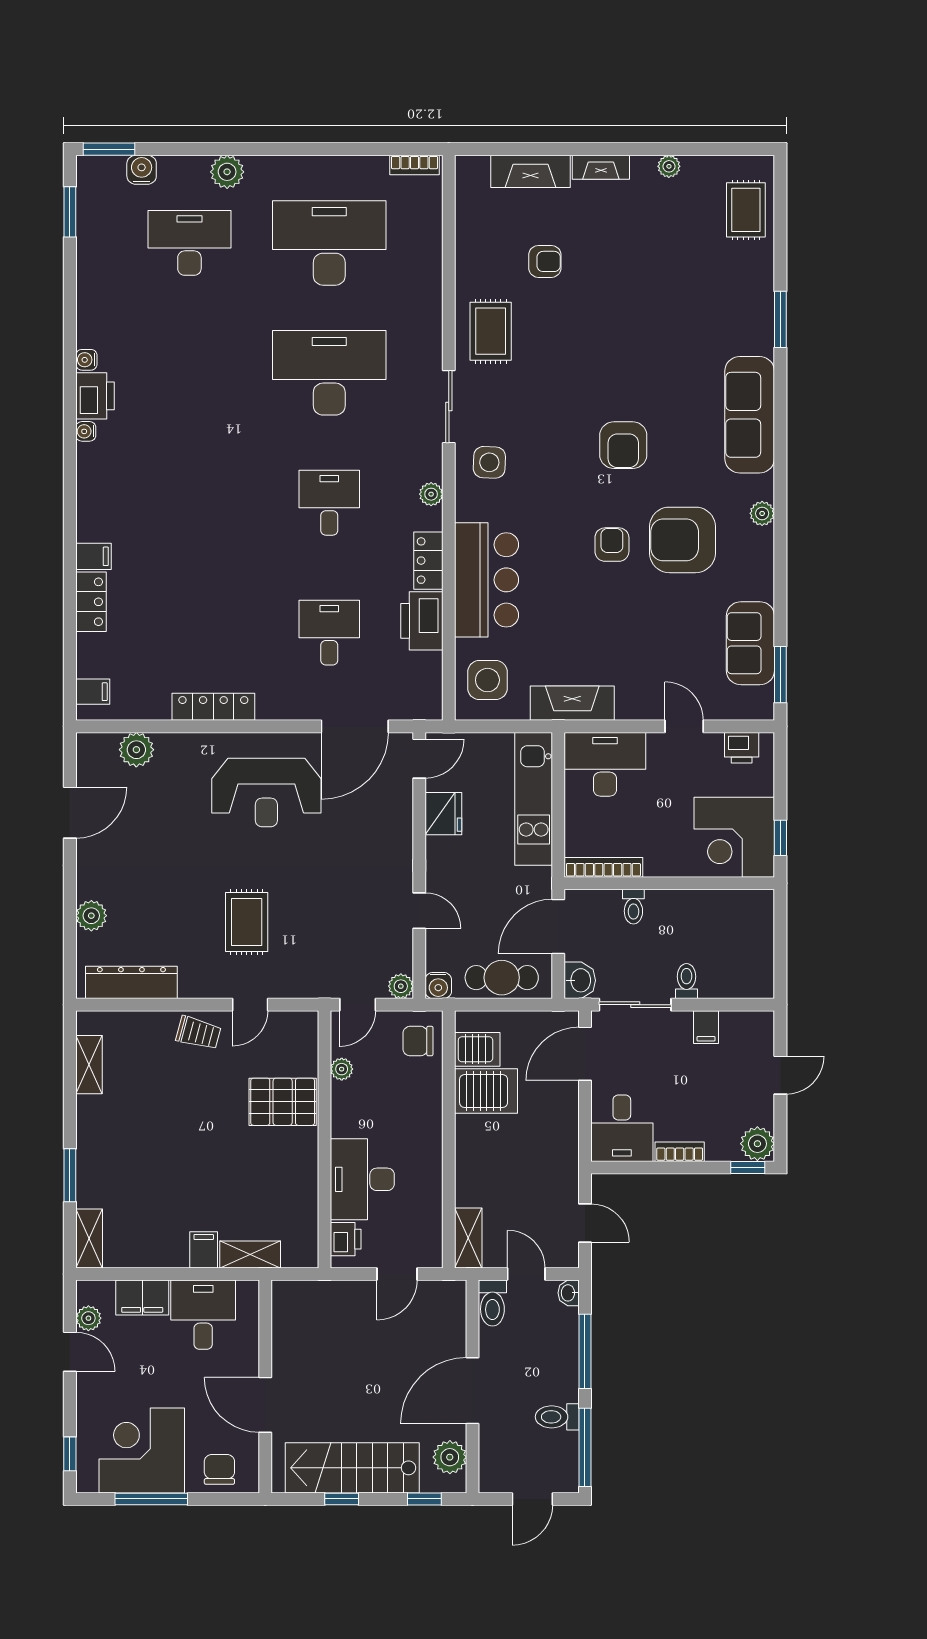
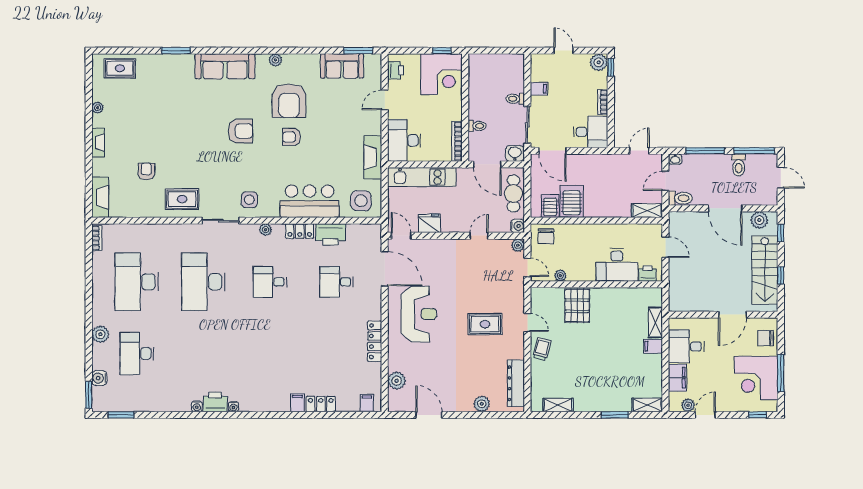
fireplace: (530, 171) -> (100, 197), moved

